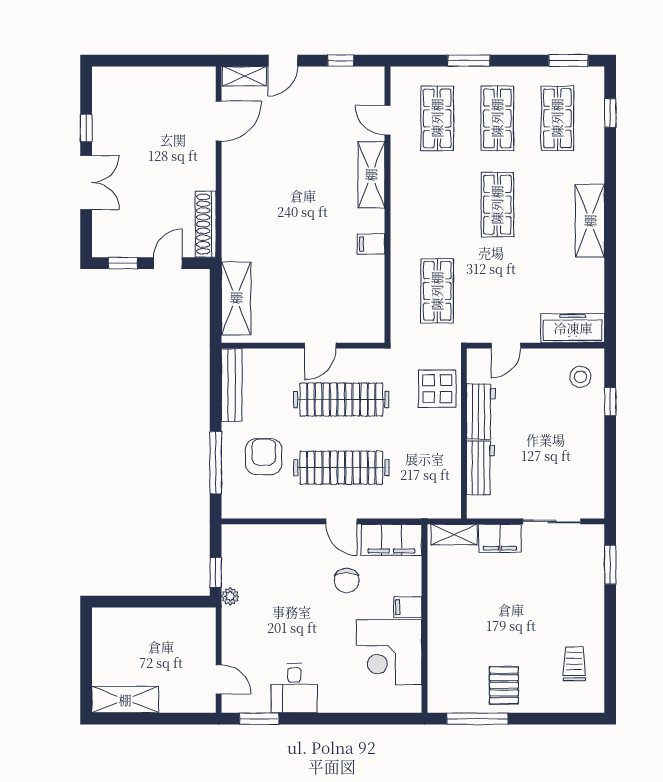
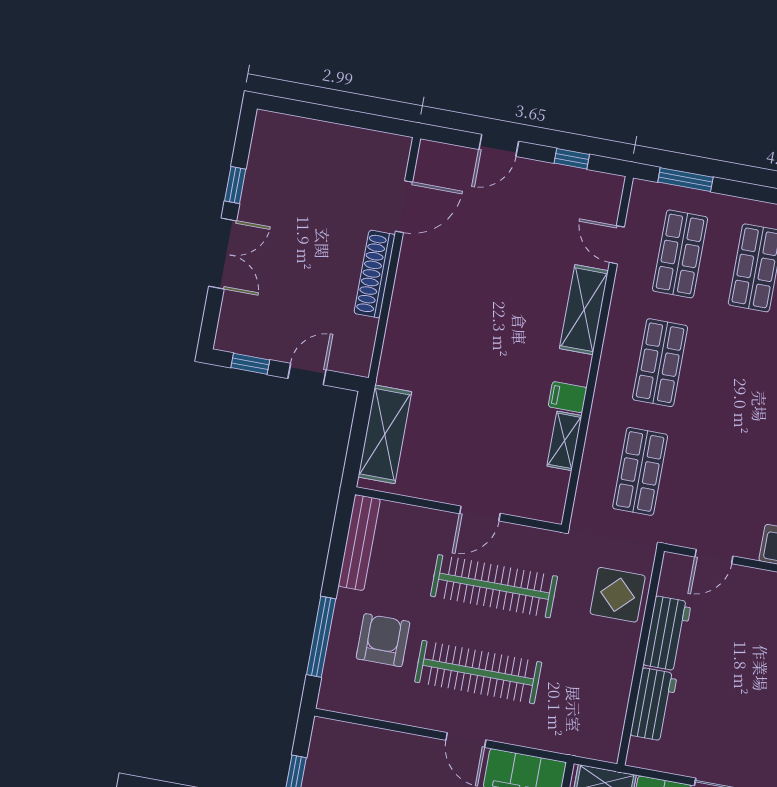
window: (469, 61) -> (685, 180), moved
shelving: (244, 76) -> (564, 441), moved, turned 90
shop shelf: (497, 205) -> (660, 363), moved
shoe rack: (206, 224) -> (375, 274), moved

